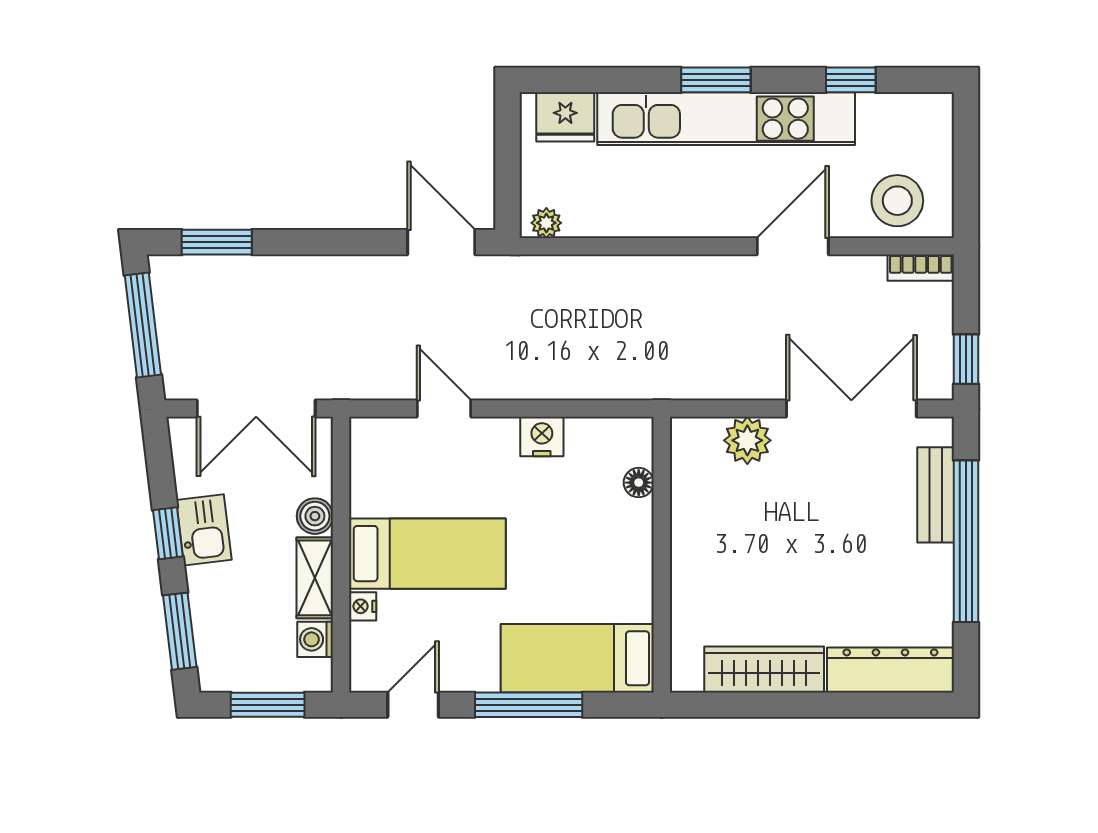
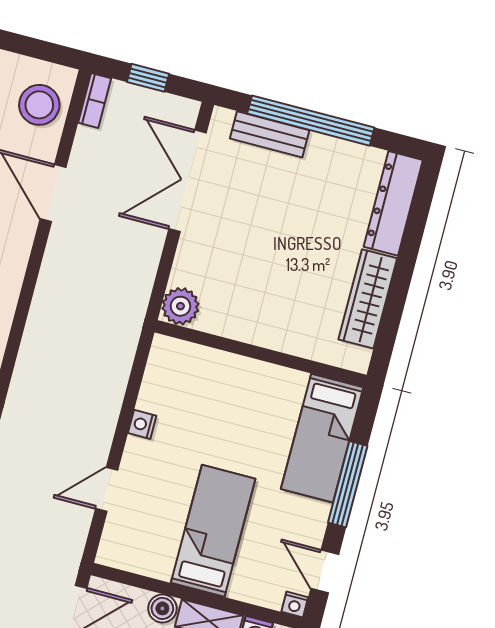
window: (966, 359) -> (148, 78), moved
nightstand: (542, 437) -> (142, 424), width x0.72, depth x0.74
plant: (747, 440) -> (180, 306), moved
floor lamp: (639, 483) -> (201, 357), removed
nightstand: (363, 606) -> (295, 605), moved

